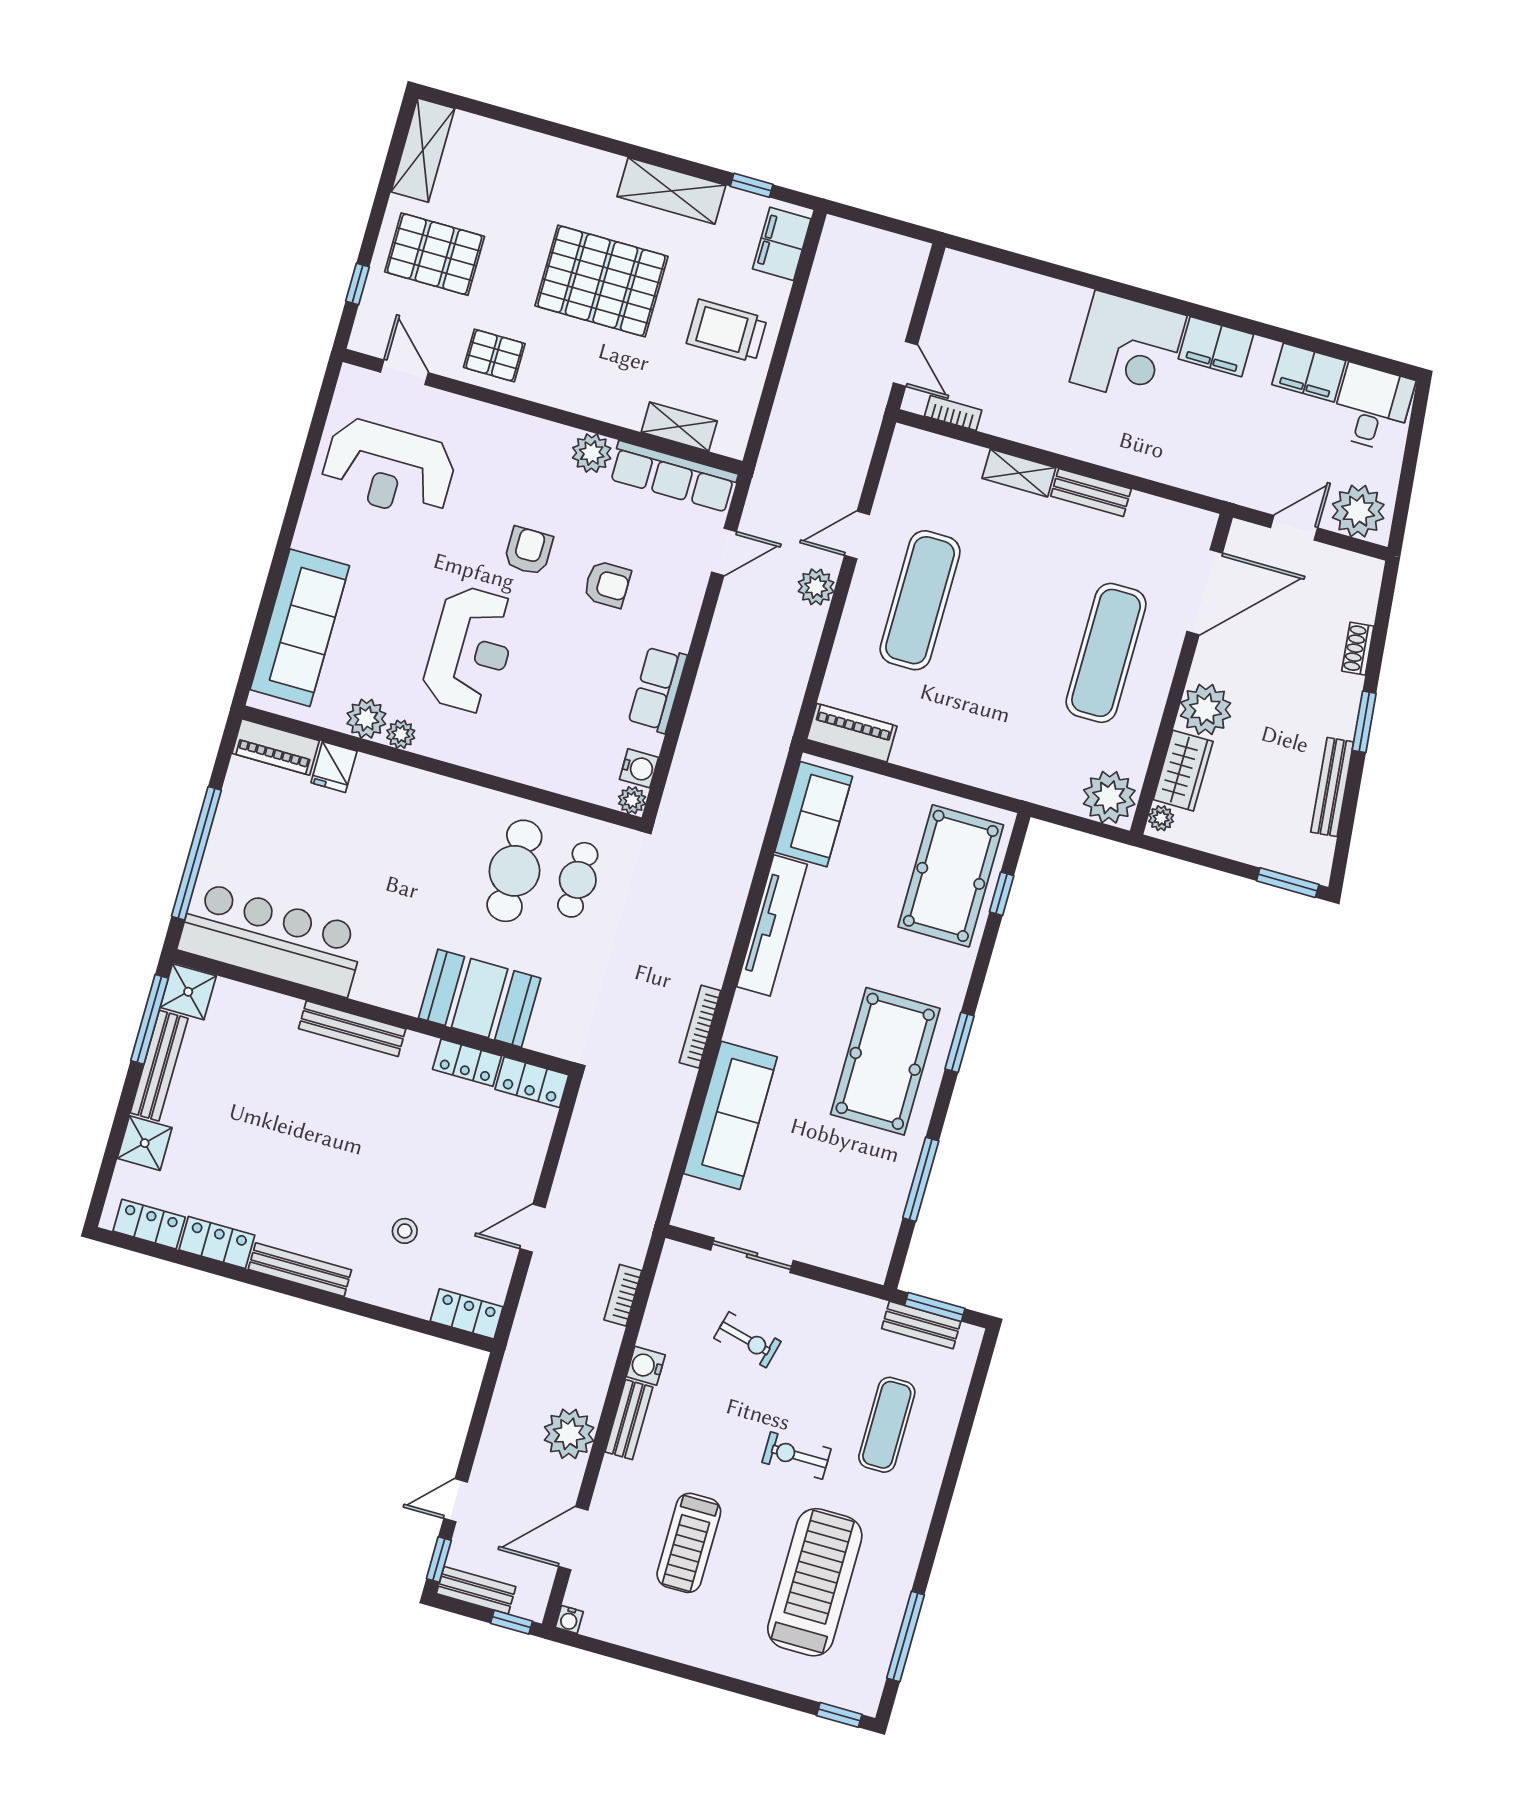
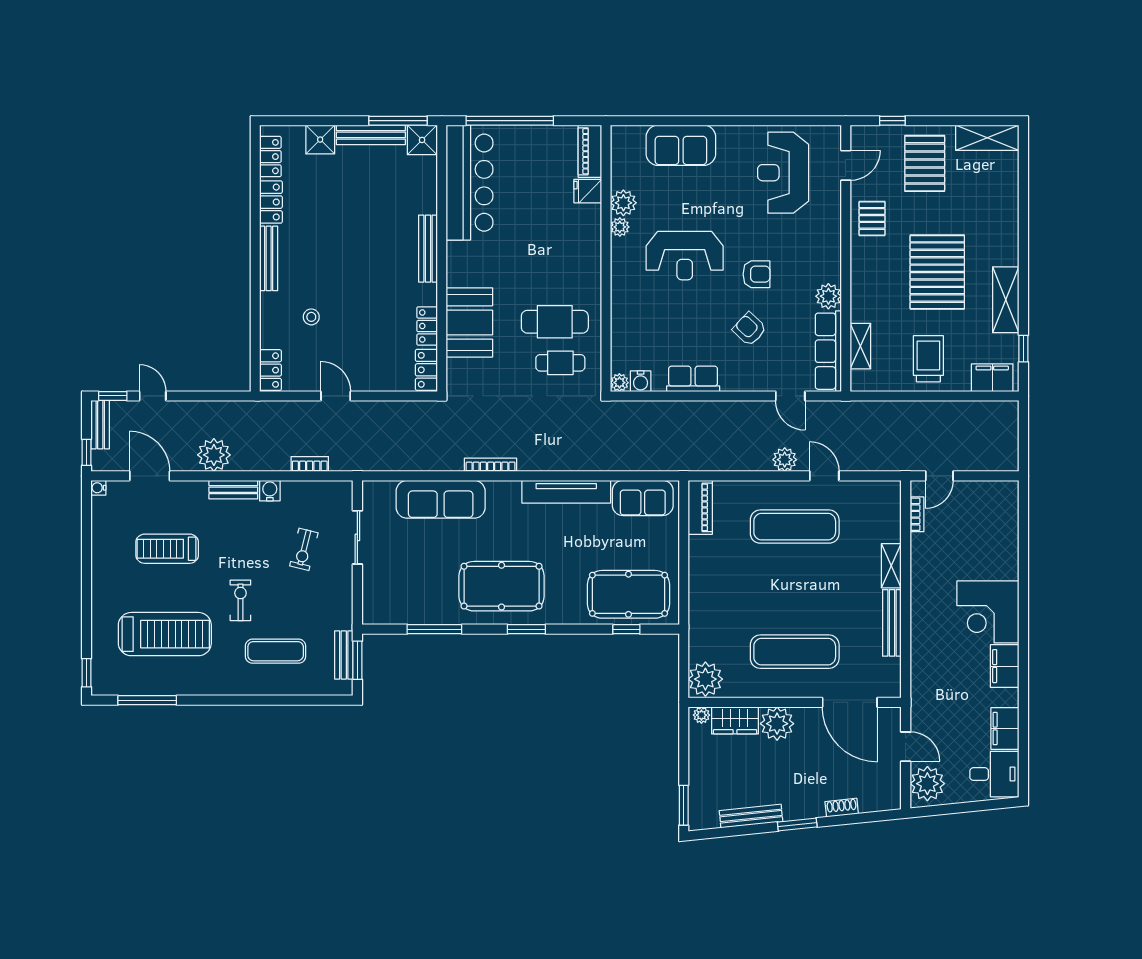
bench: (1091, 492) -> (892, 623), width x1.36
armchair: (607, 584) -> (750, 329), turned 133
sofa: (300, 628) -> (681, 145), width x0.73

